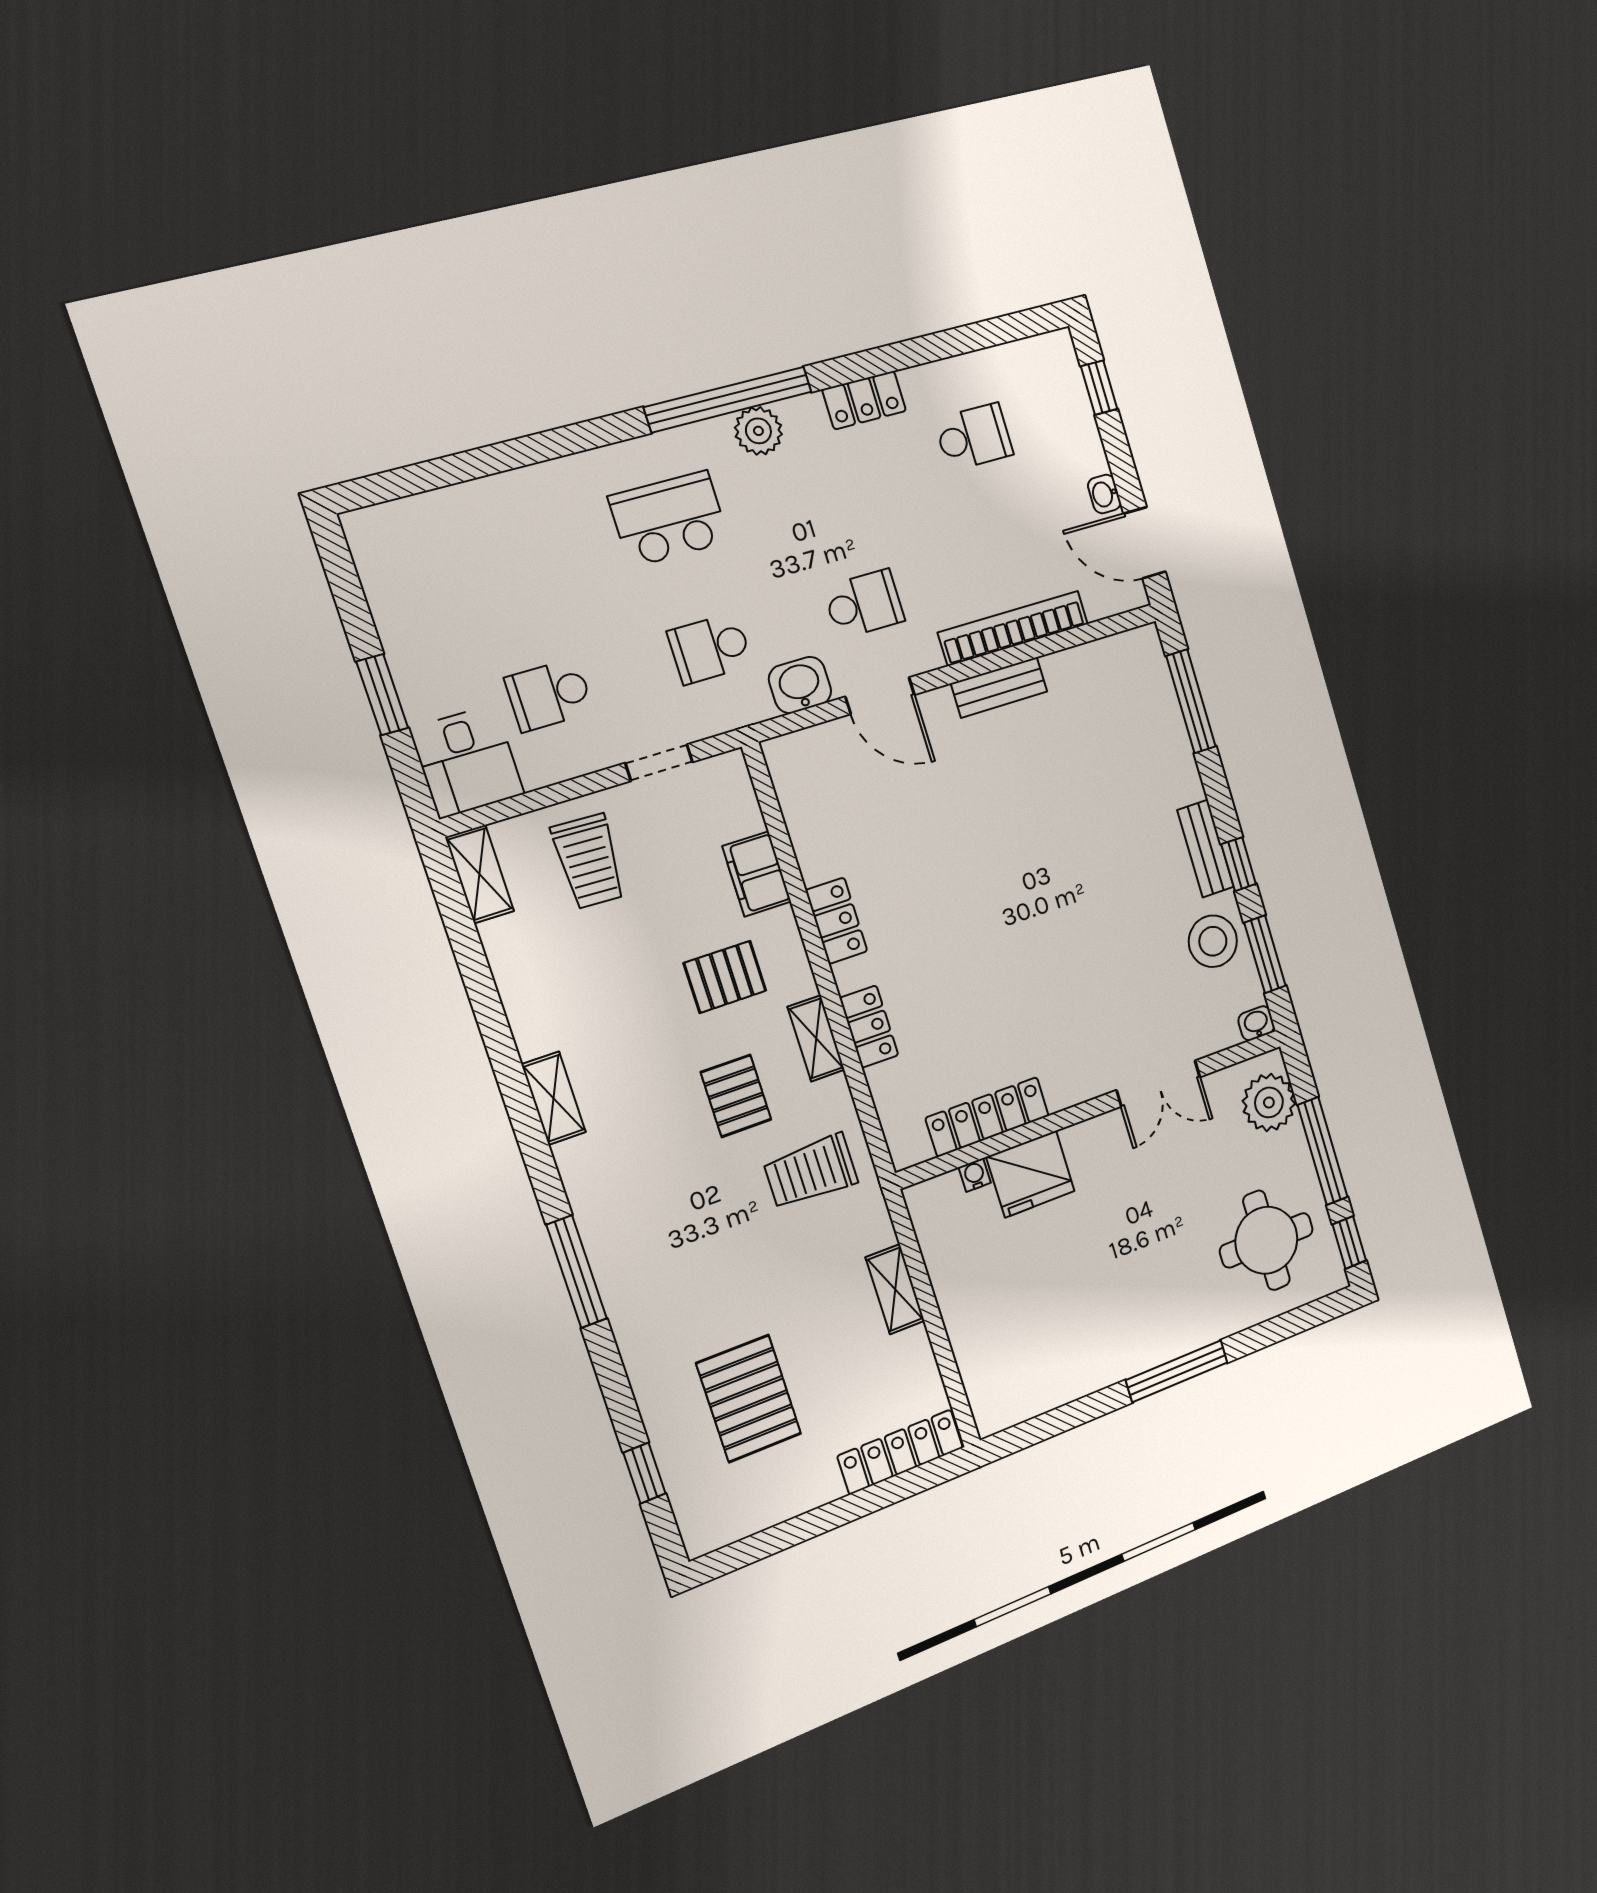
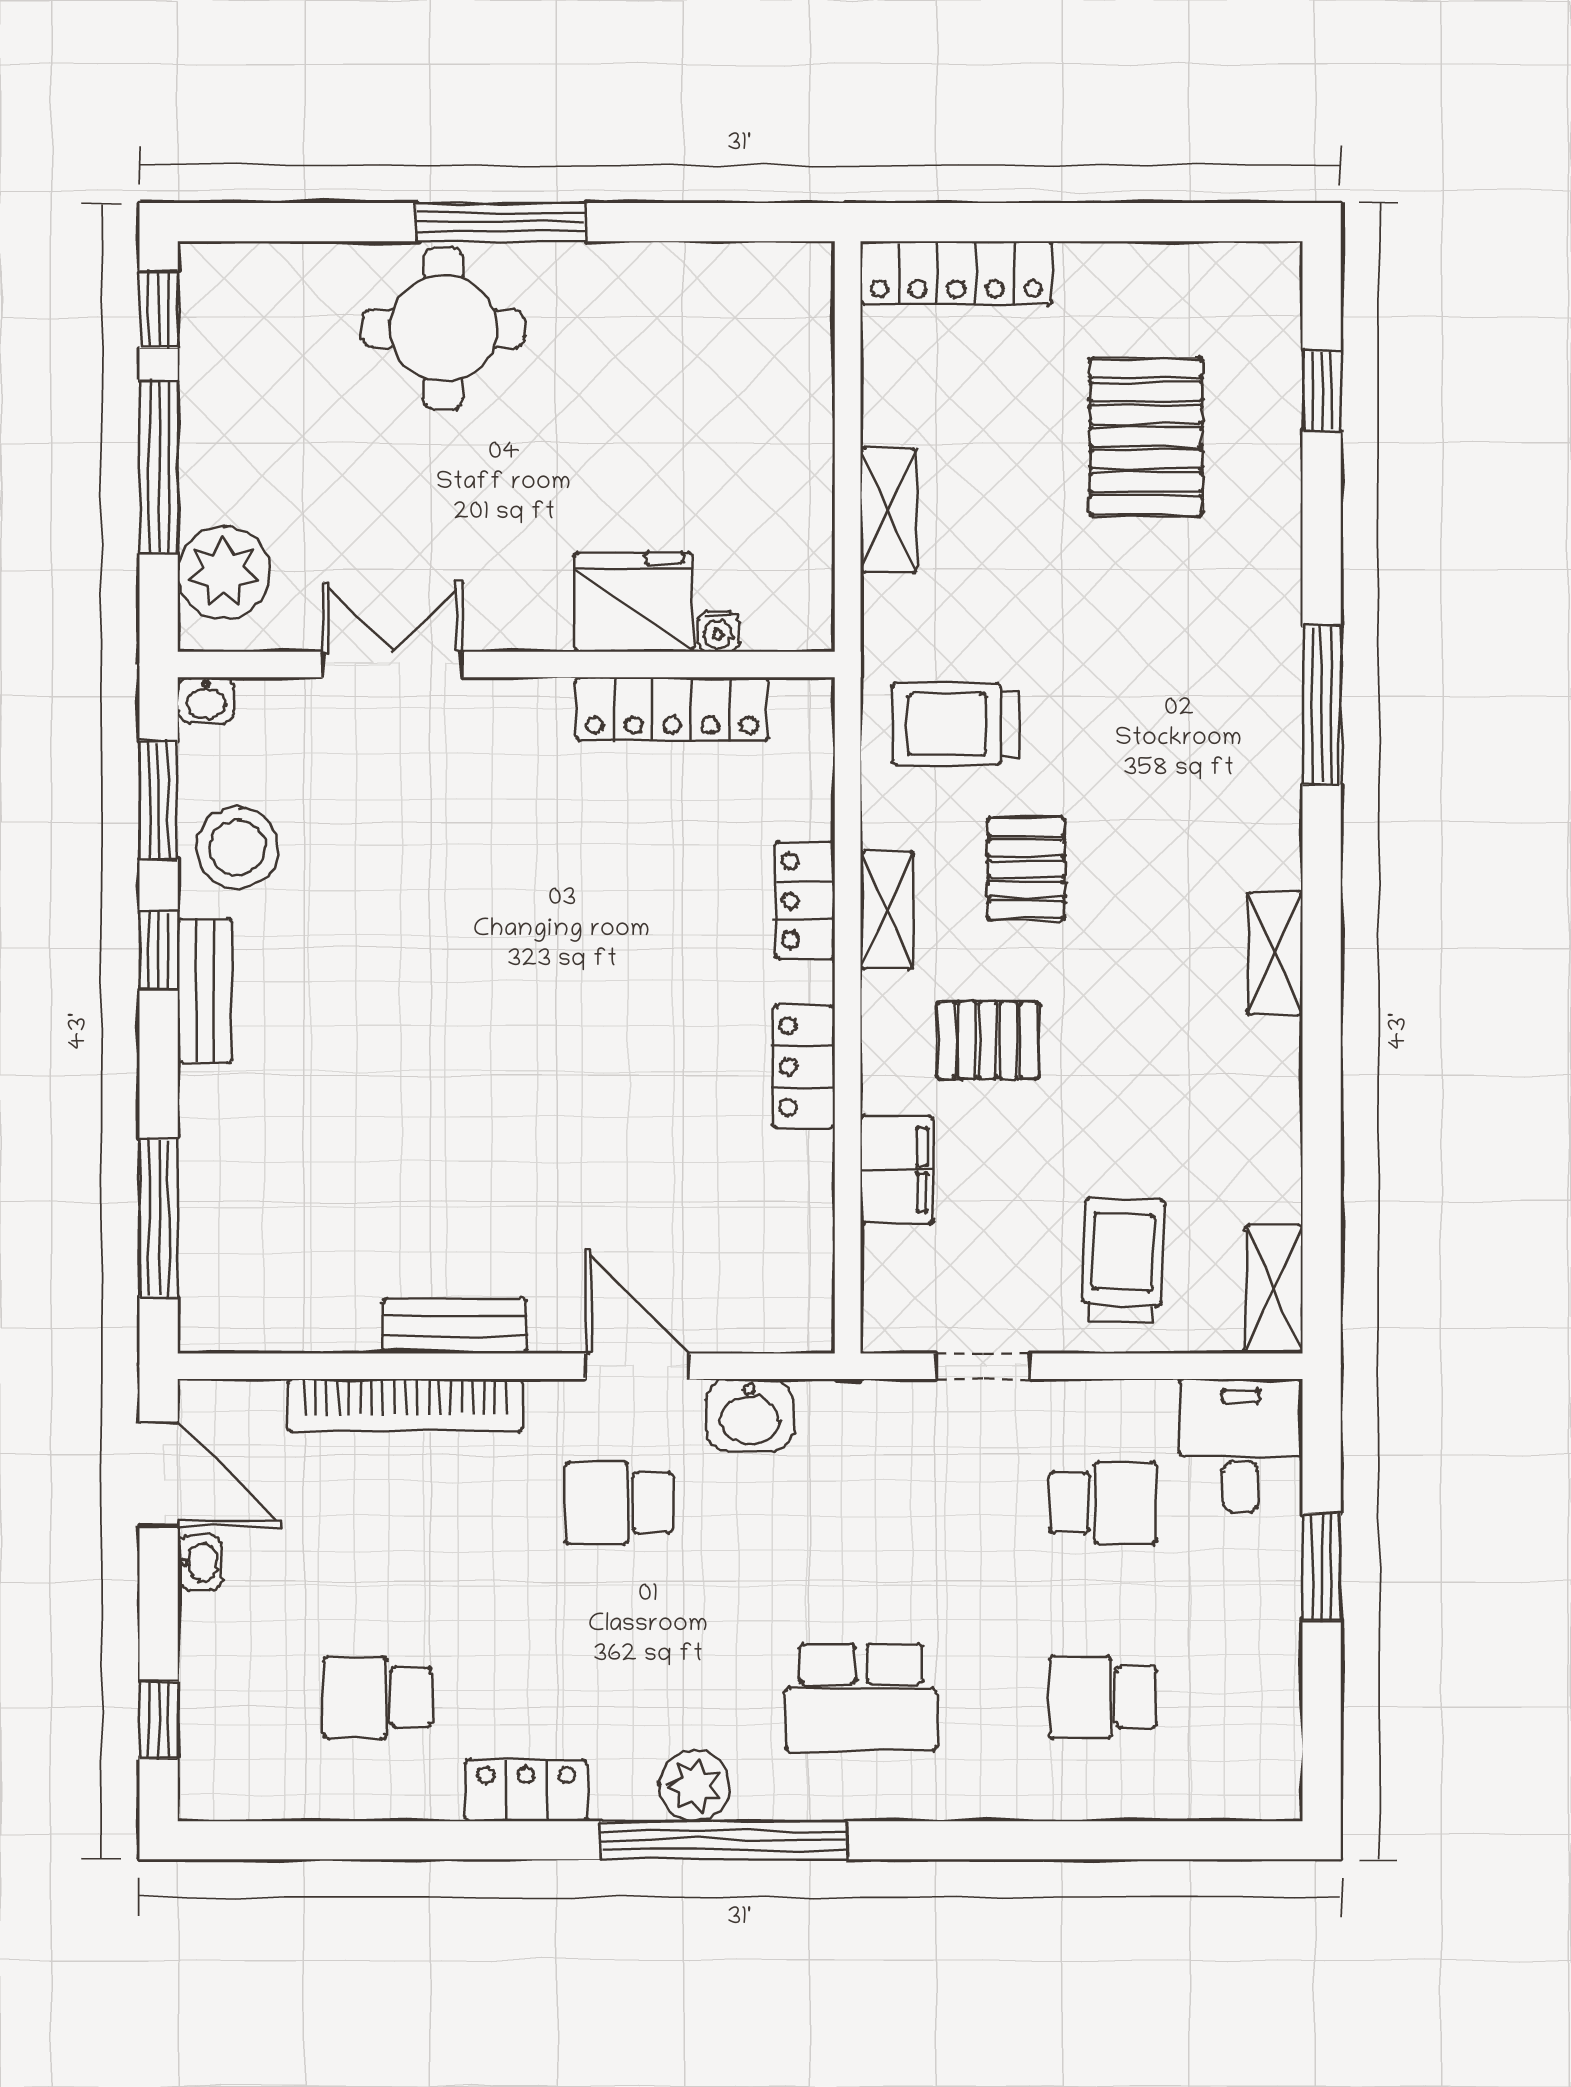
school desk: (710, 648) -> (1103, 1697), moved, turned 180
trolley: (811, 1171) -> (956, 724), turned 180
round table: (1266, 1240) -> (443, 329), moved

